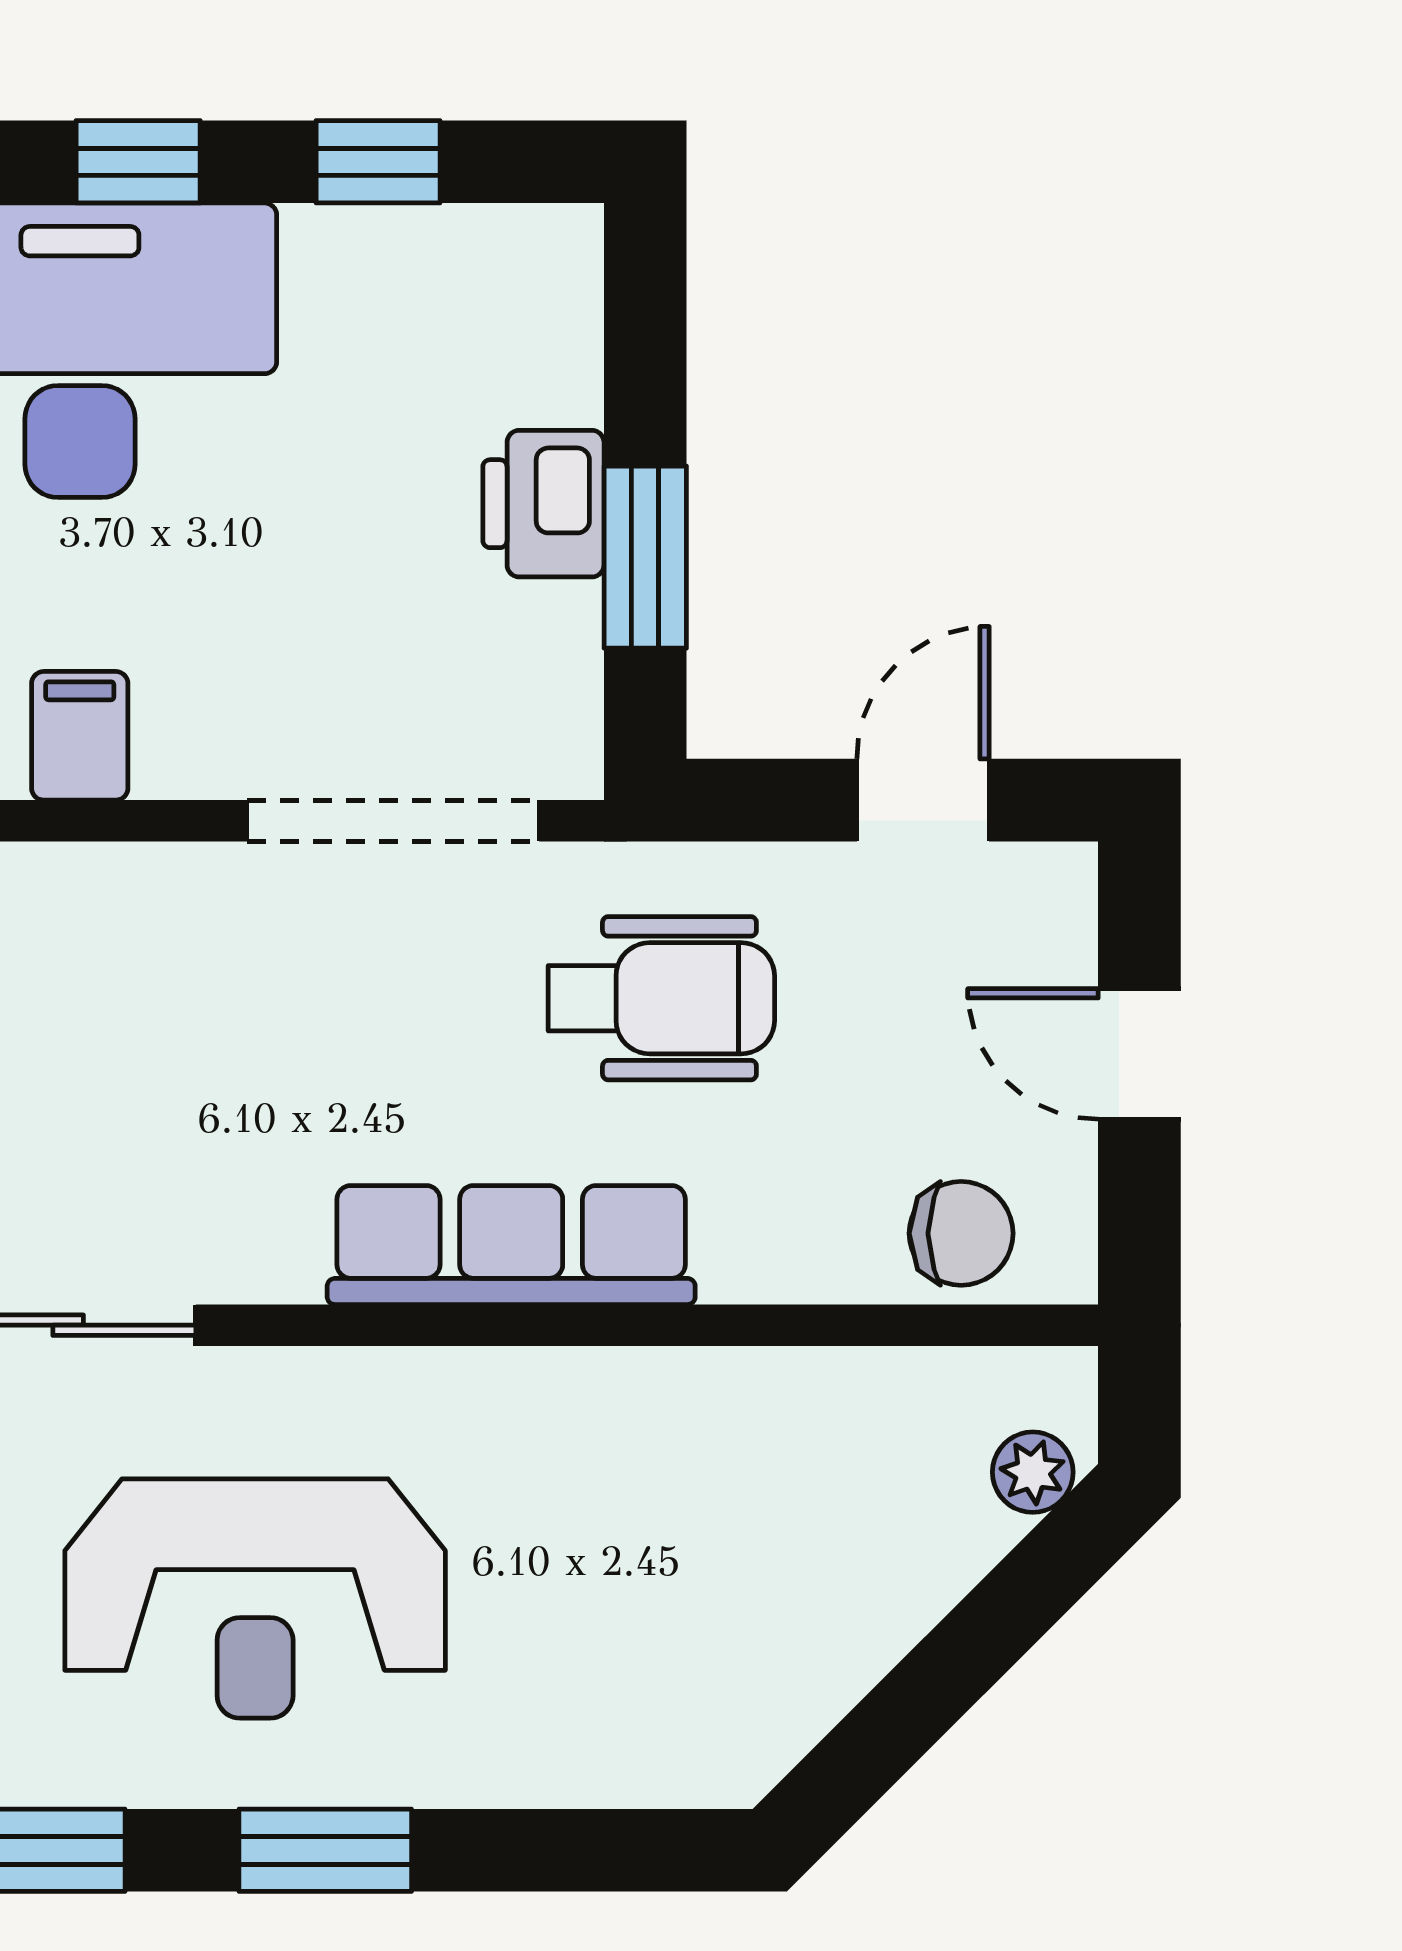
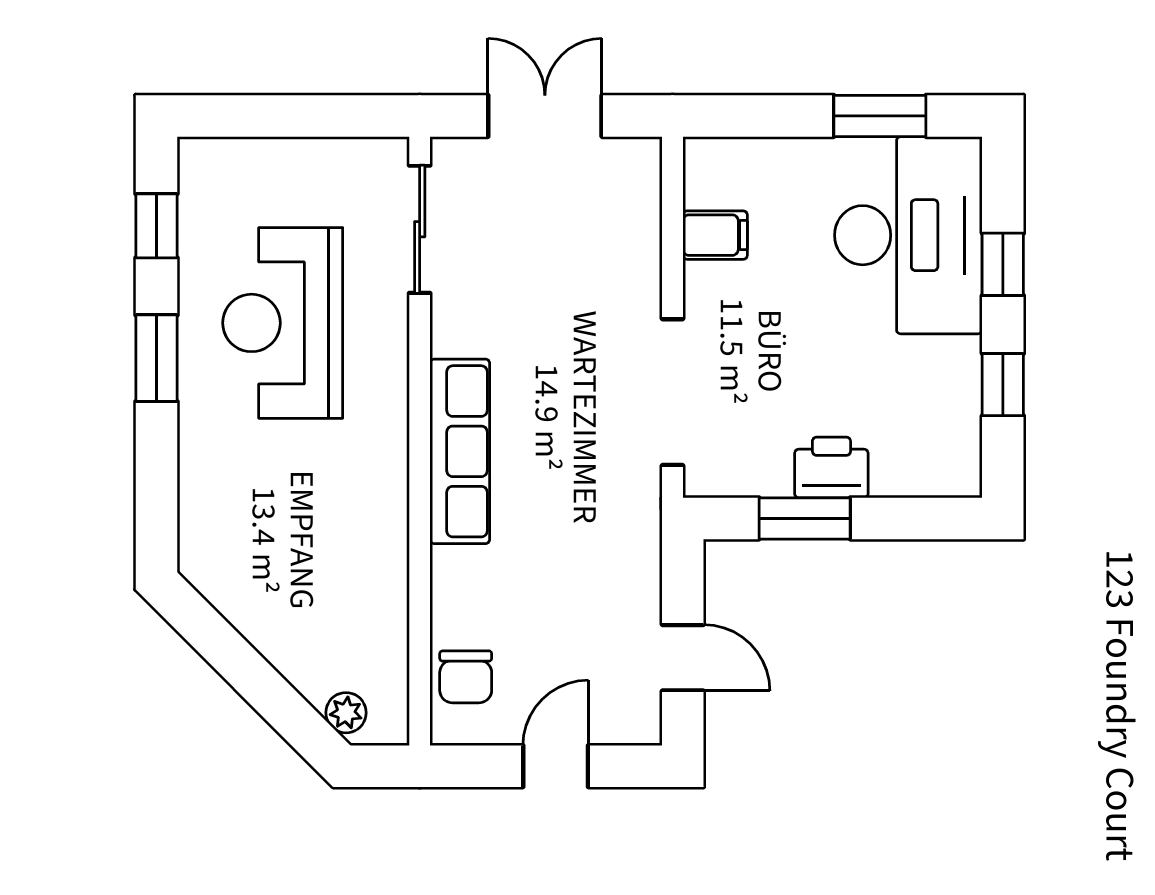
wheelchair: (661, 998) -> (584, 527), removed

